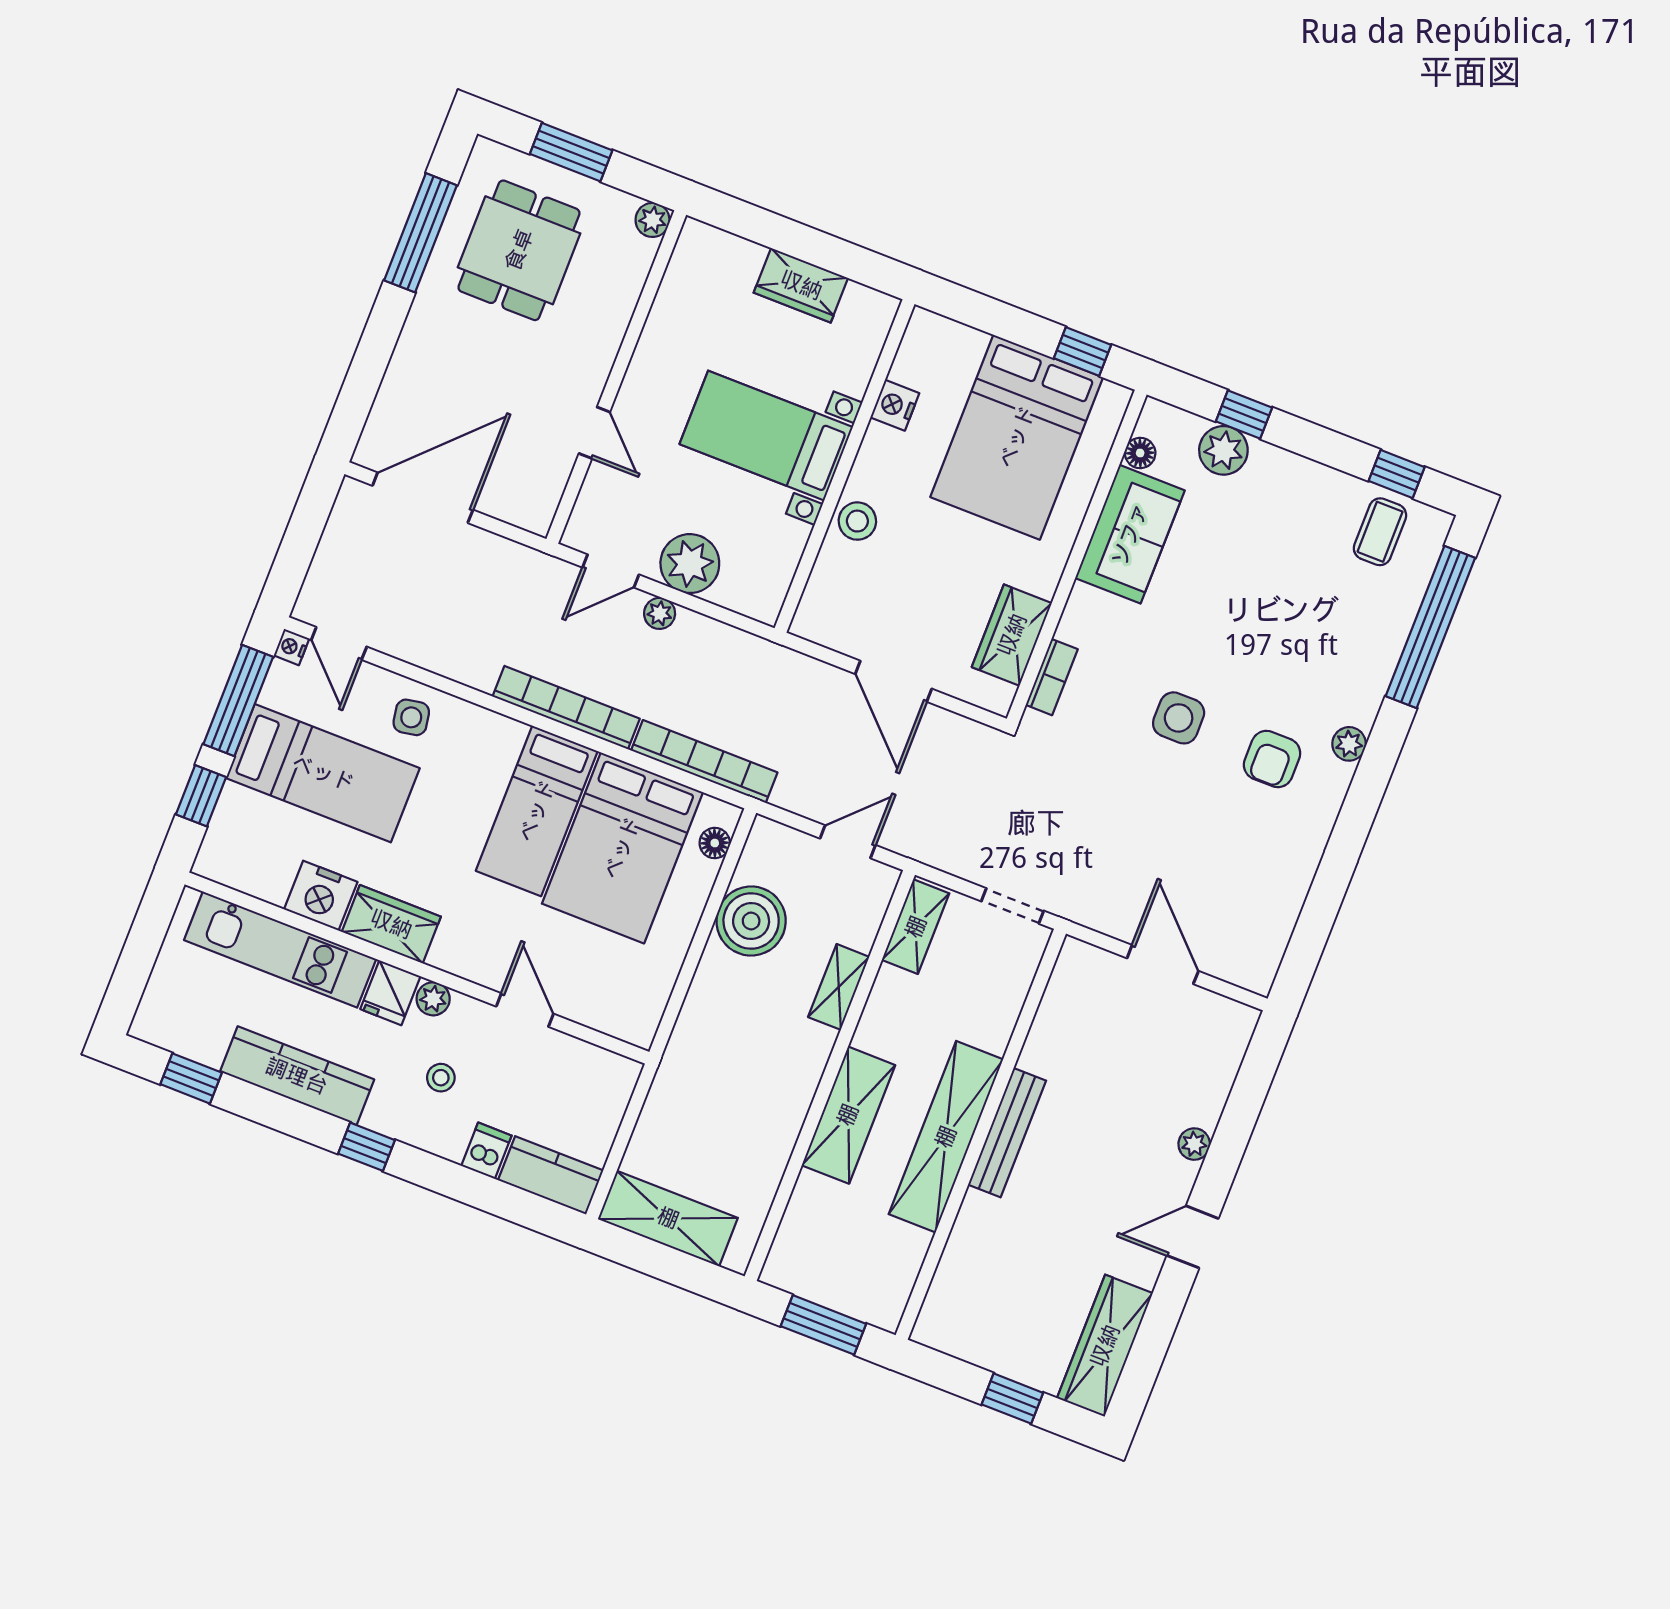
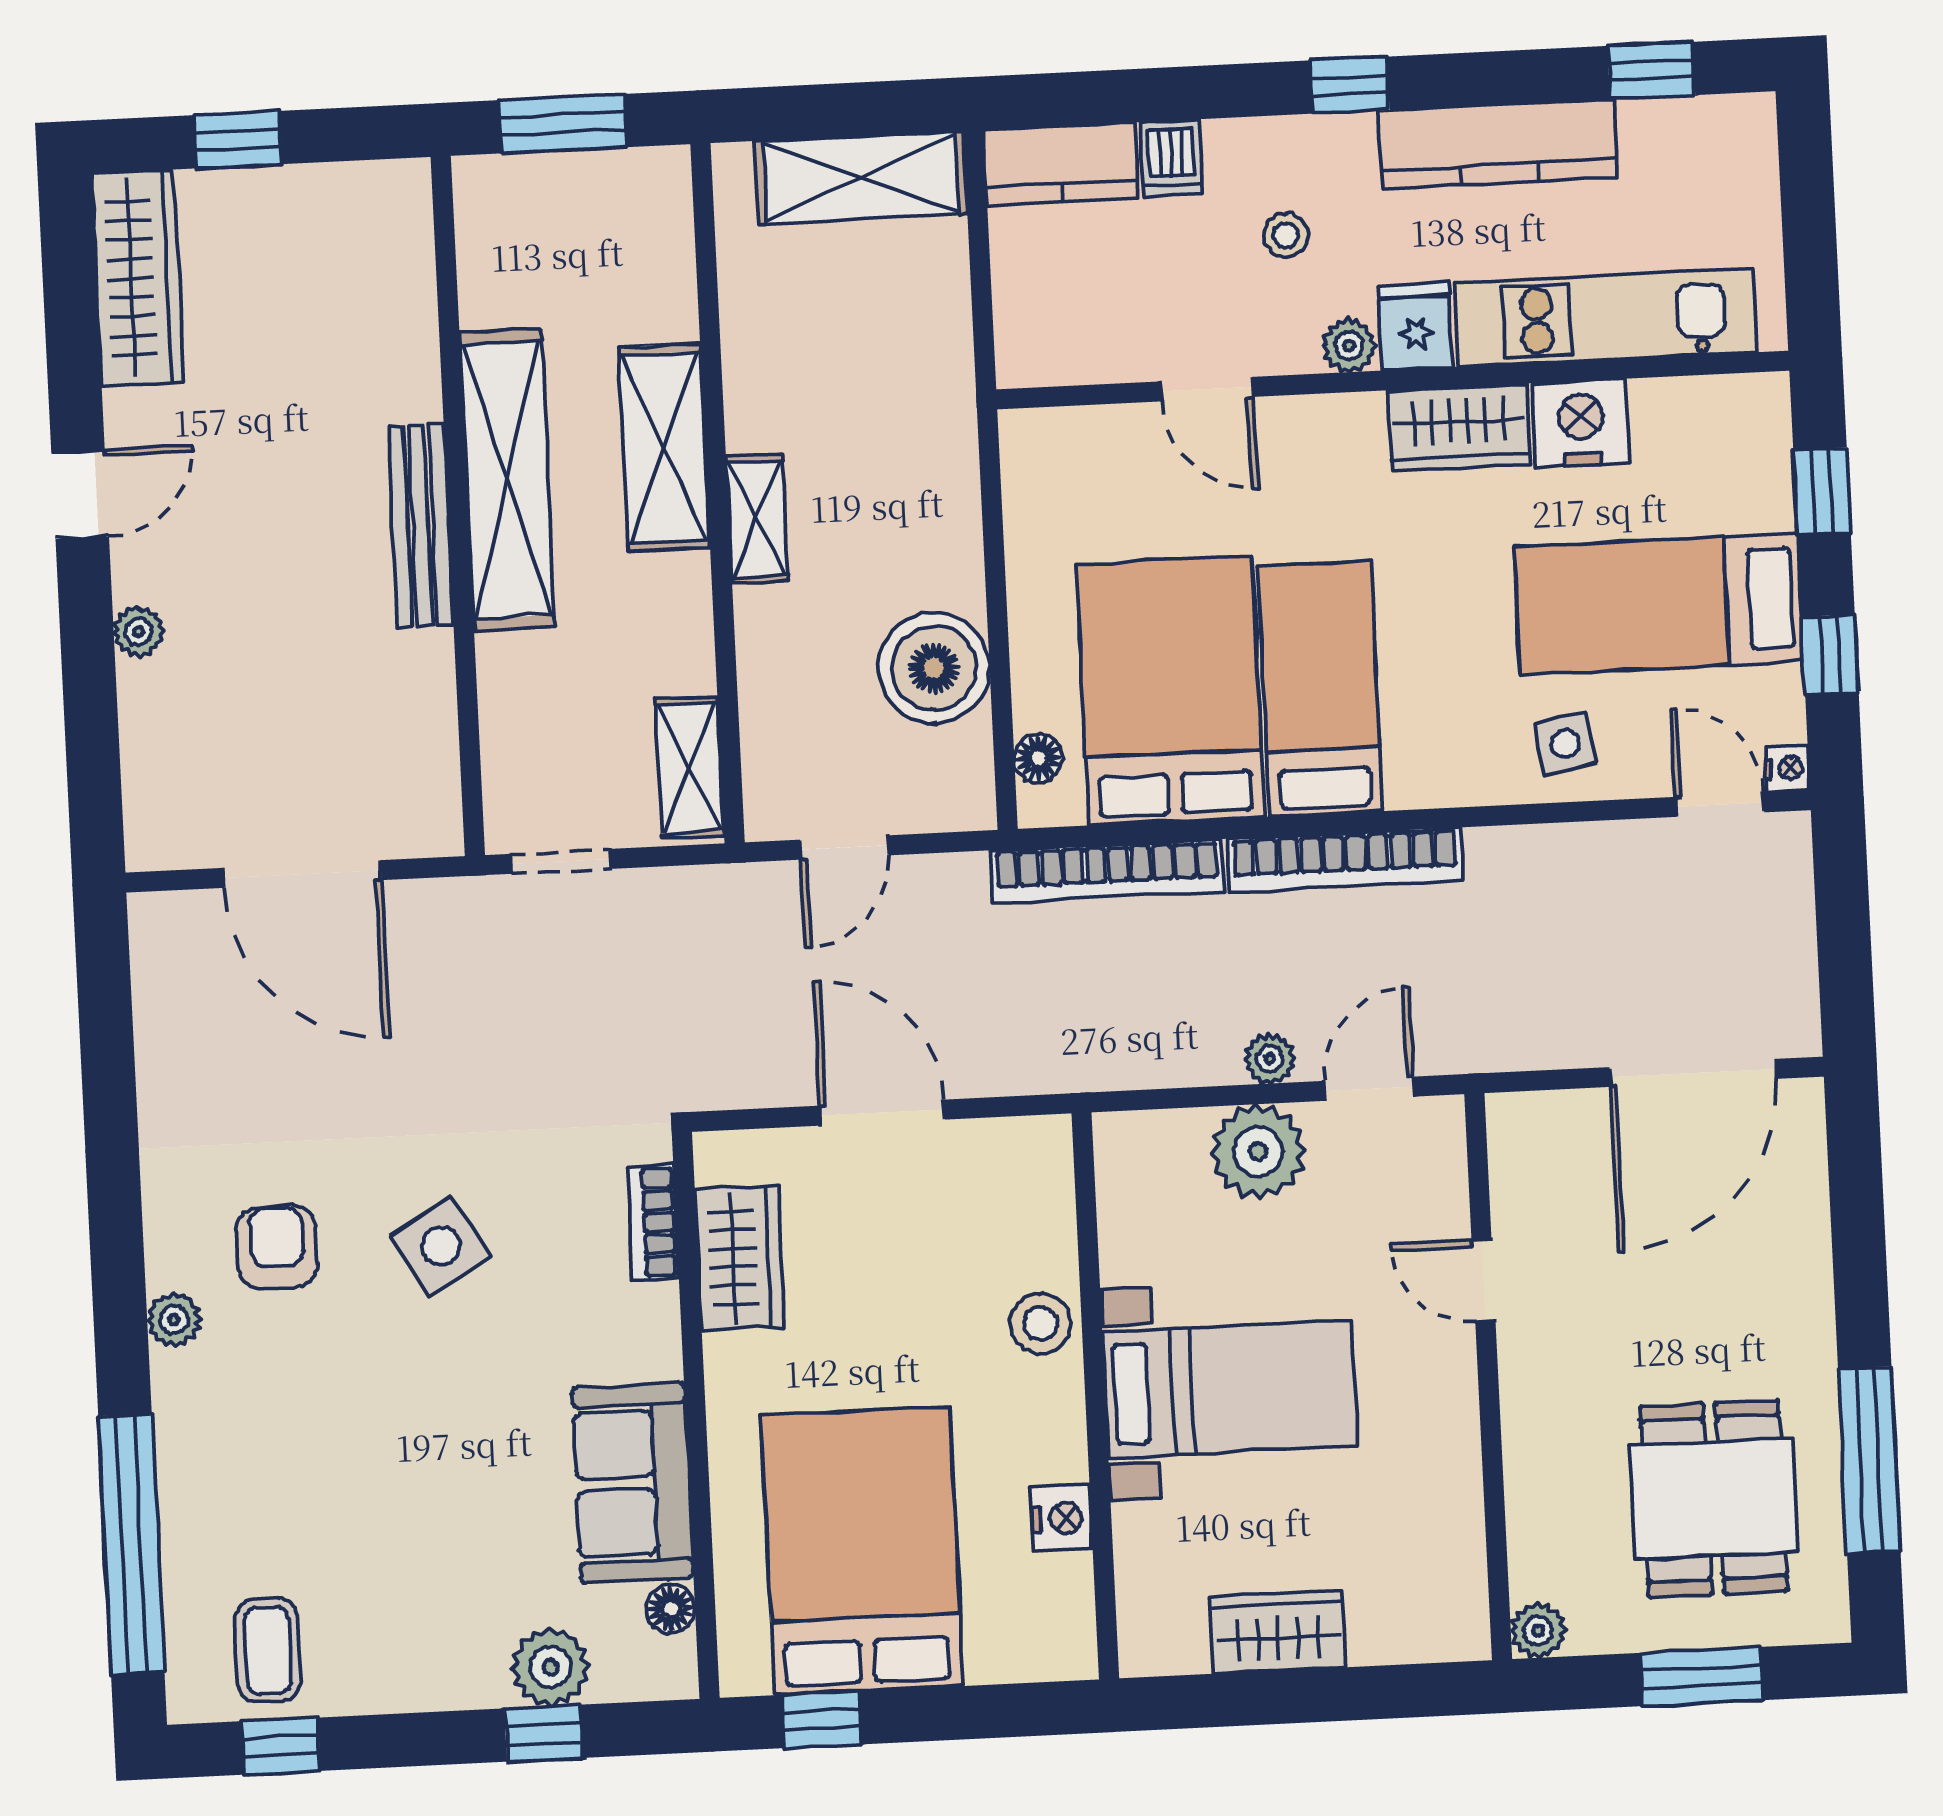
window: (238, 701) -> (1830, 655), width x0.46
side table: (1179, 718) -> (441, 1246), turned -30
door: (1163, 965) -> (302, 874), width x1.36
shelving: (839, 987) -> (757, 519), moved

